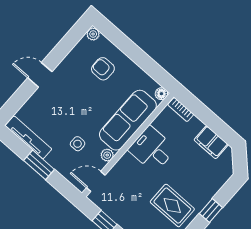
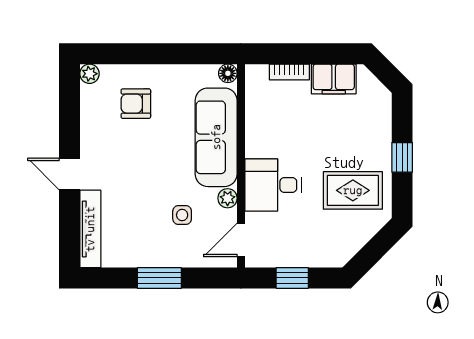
door: (40, 75) -> (70, 174), hinge flipped
bookcase: (181, 110) -> (289, 72), moved
tv unit: (28, 137) -> (90, 229), moved, turned 90
desk: (152, 149) -> (273, 185), moved

